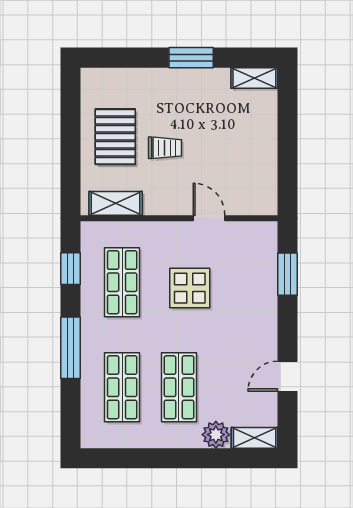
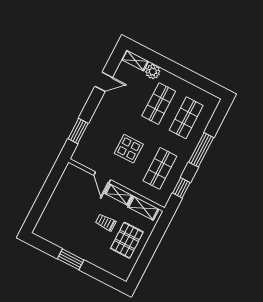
shelving: (254, 78) -> (119, 194), moved

